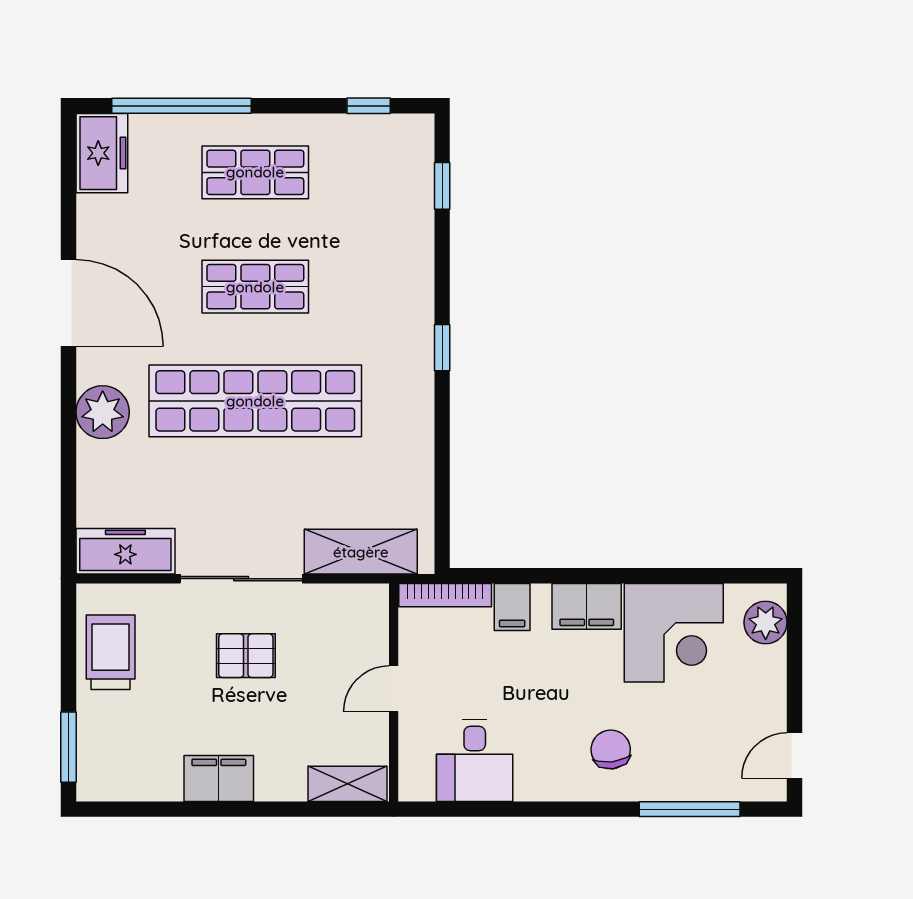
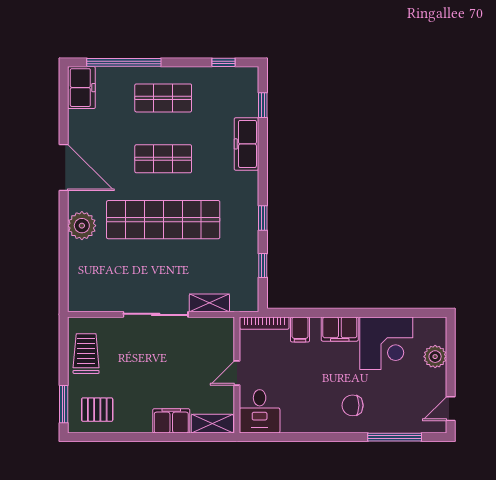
window: (442, 348) -> (263, 218), moved
window: (442, 487) -> (263, 266), added
freezer: (125, 551) -> (246, 144), moved, turned -90
shelving: (361, 552) -> (209, 303), width x0.67, depth x0.75
plant: (766, 622) -> (435, 357), moved
pallet: (246, 656) -> (97, 410), moved
chair: (611, 749) -> (353, 405), turned -83
desk: (475, 761) -> (260, 411), moved
filing cabinet: (219, 778) -> (171, 421), moved

